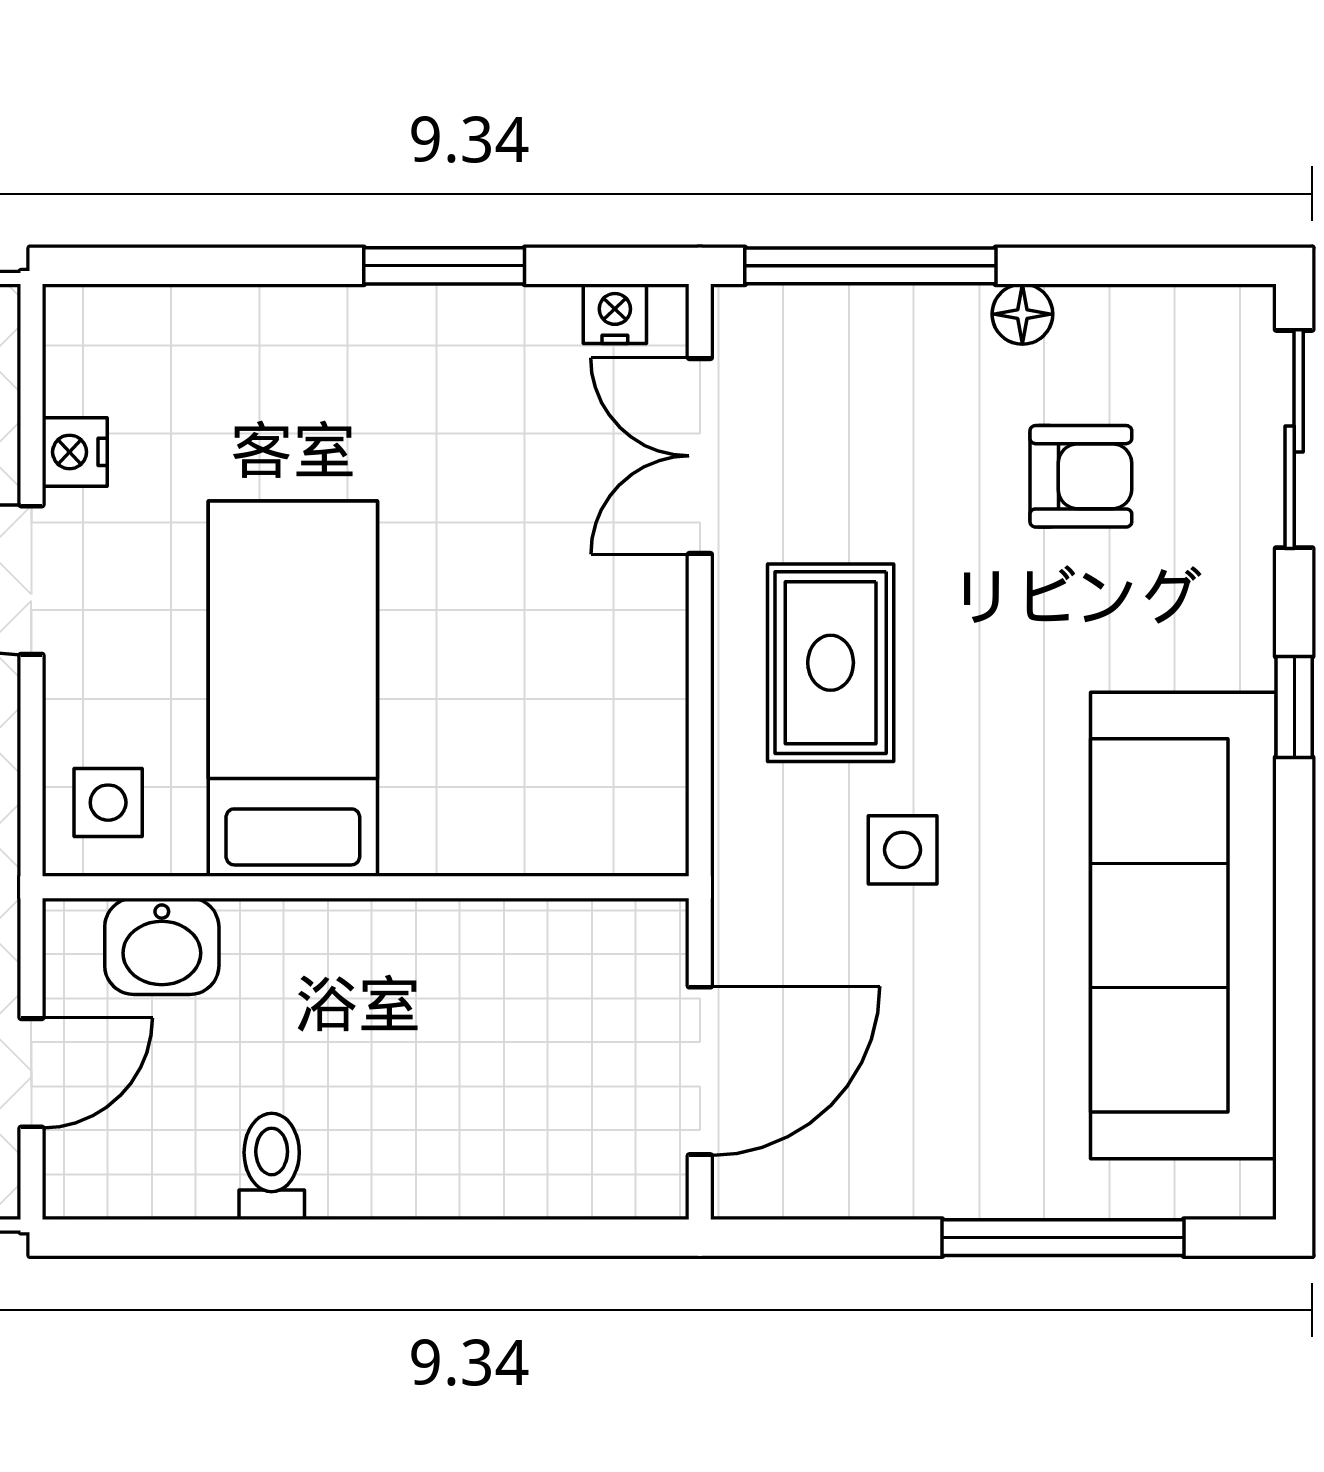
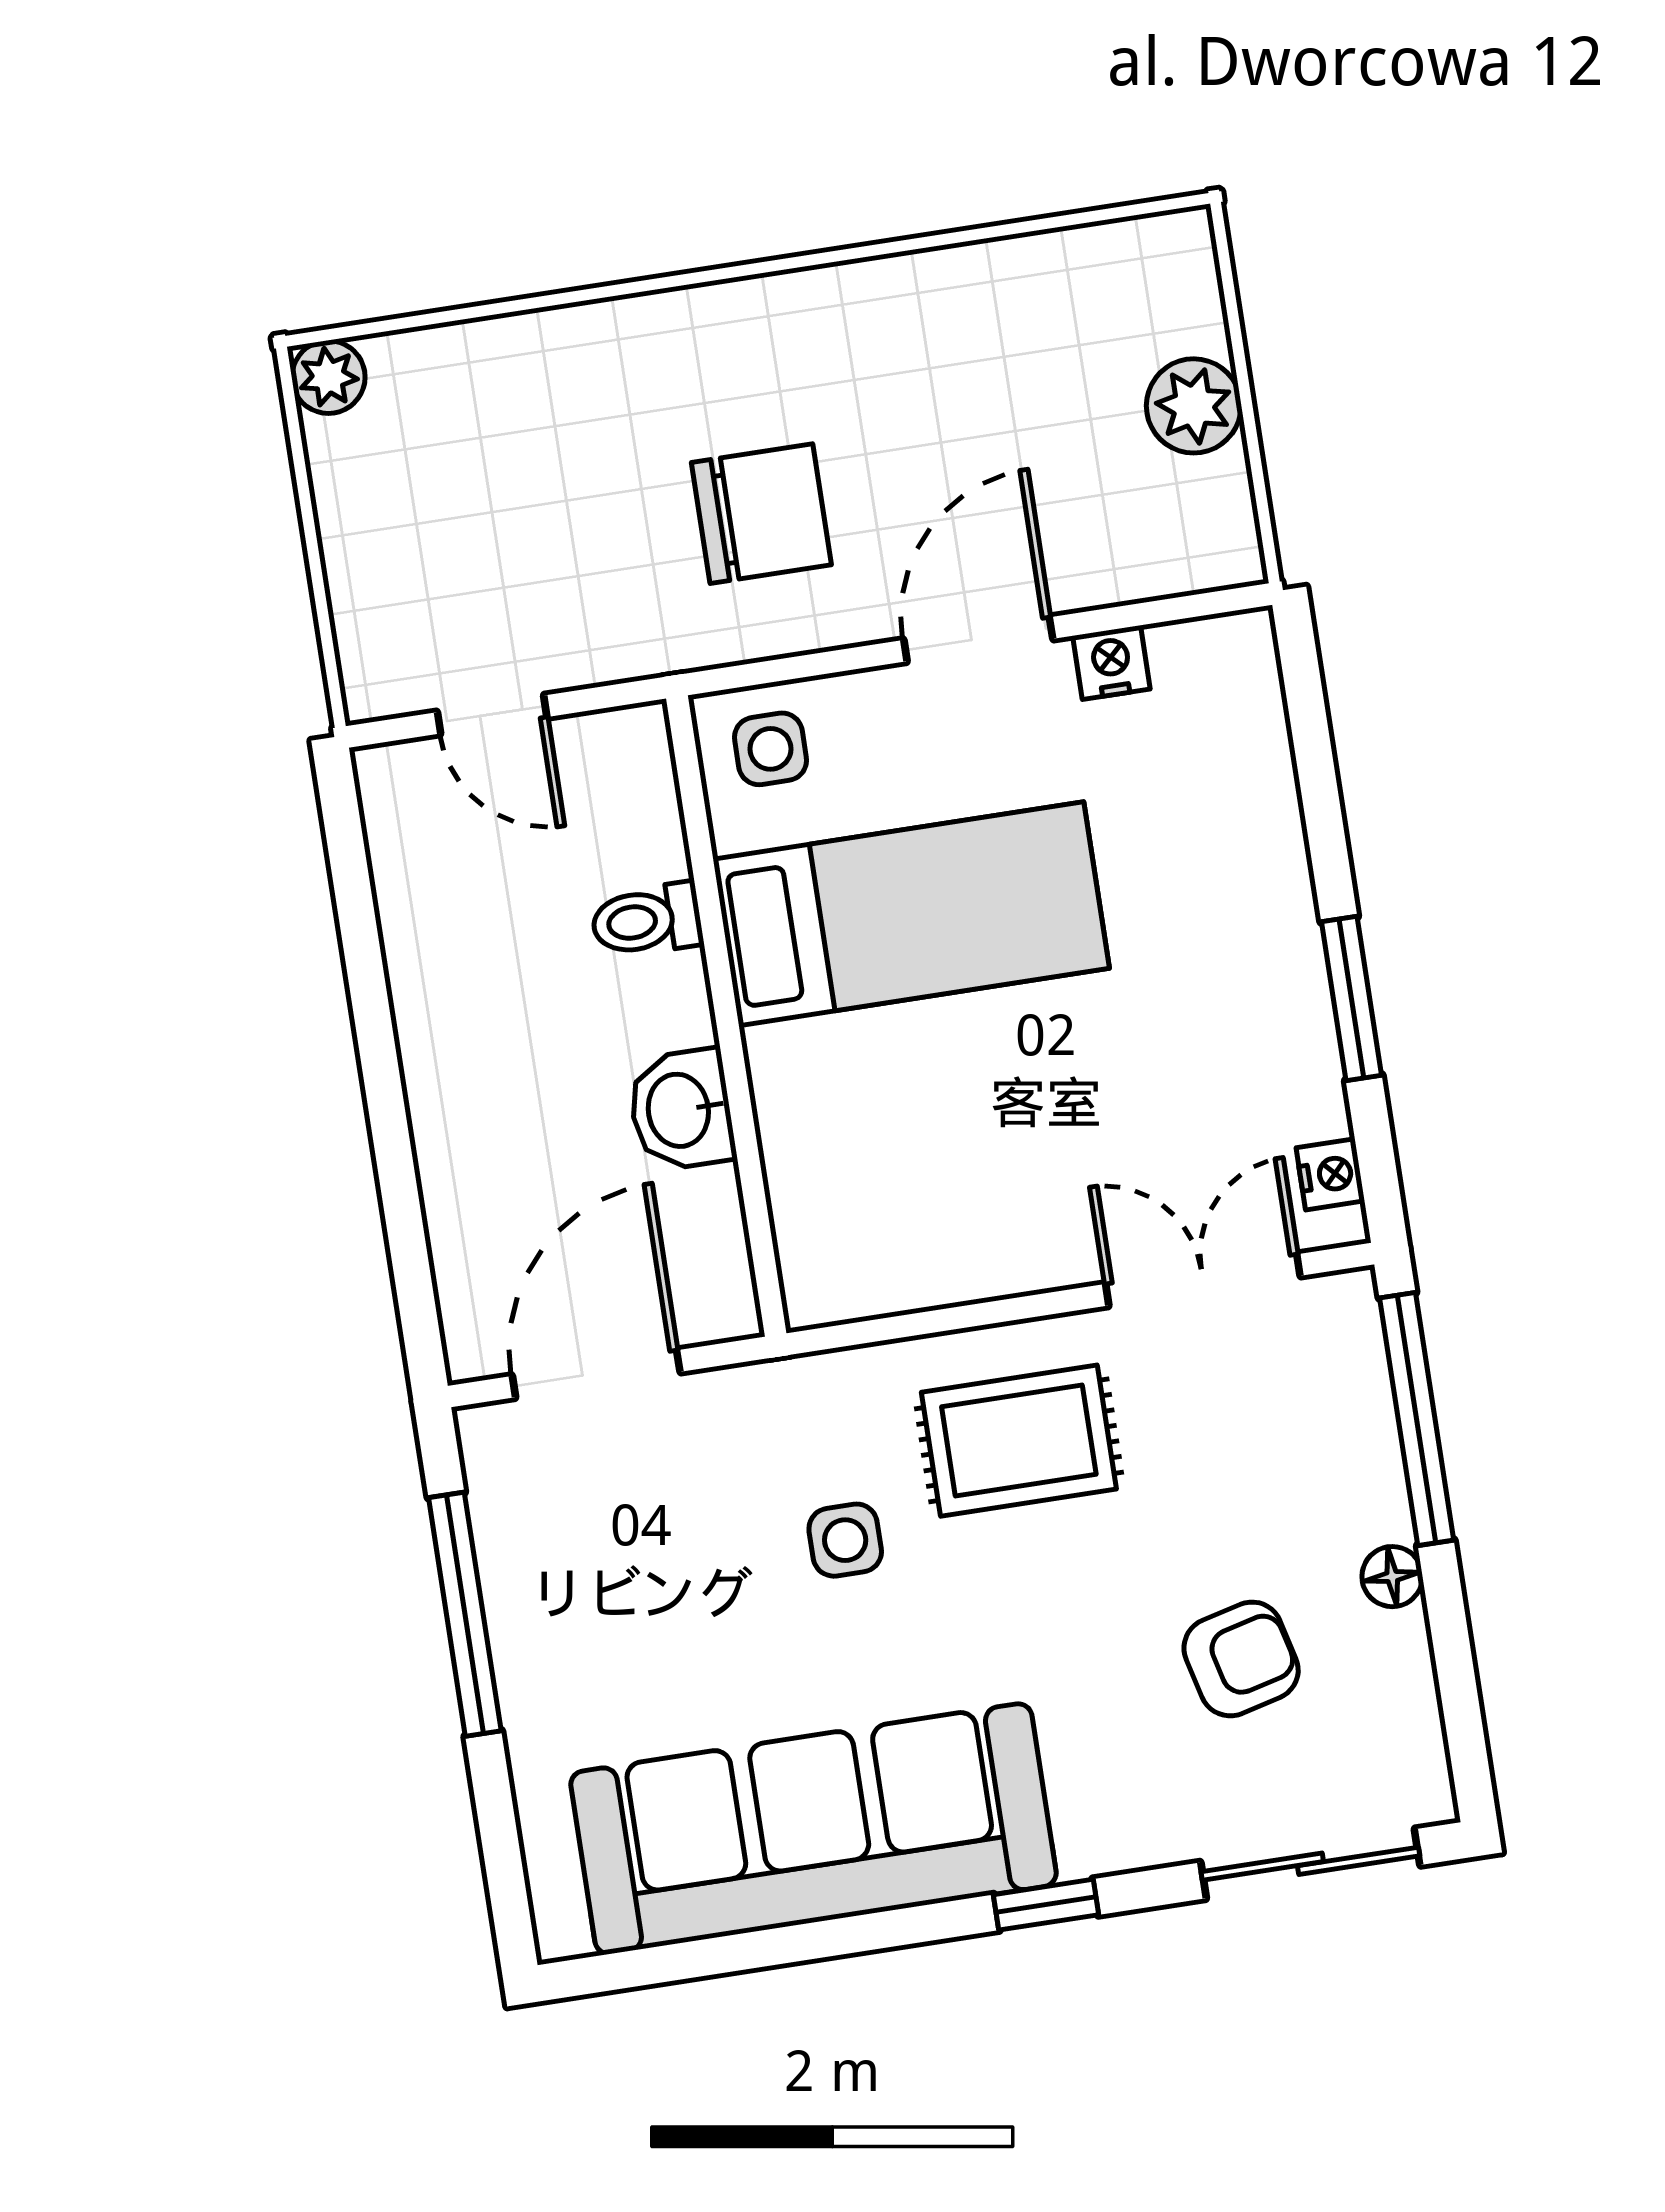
armchair: (1081, 476) -> (1241, 1659), turned -104
washbasin: (162, 946) -> (681, 1110), moved
door: (700, 1071) -> (596, 1374), swing flipped
toilet: (272, 1166) -> (647, 920), moved, turned 180
window: (1063, 1238) -> (465, 1614), moved

